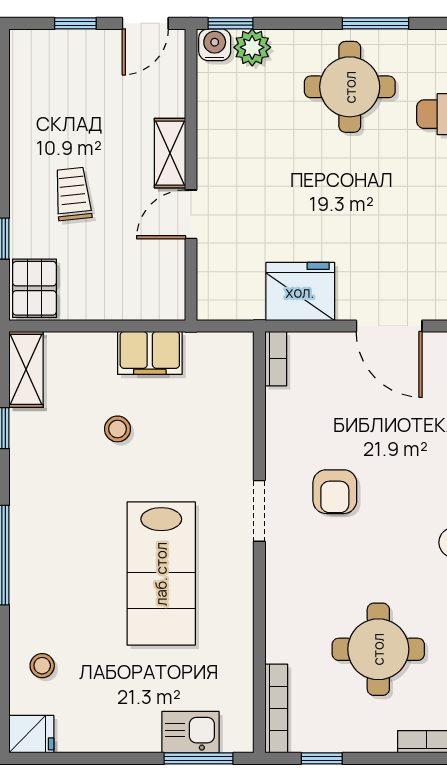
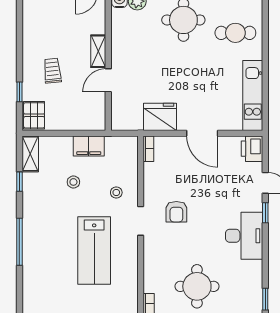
stool: (42, 666) -> (116, 192), moved

